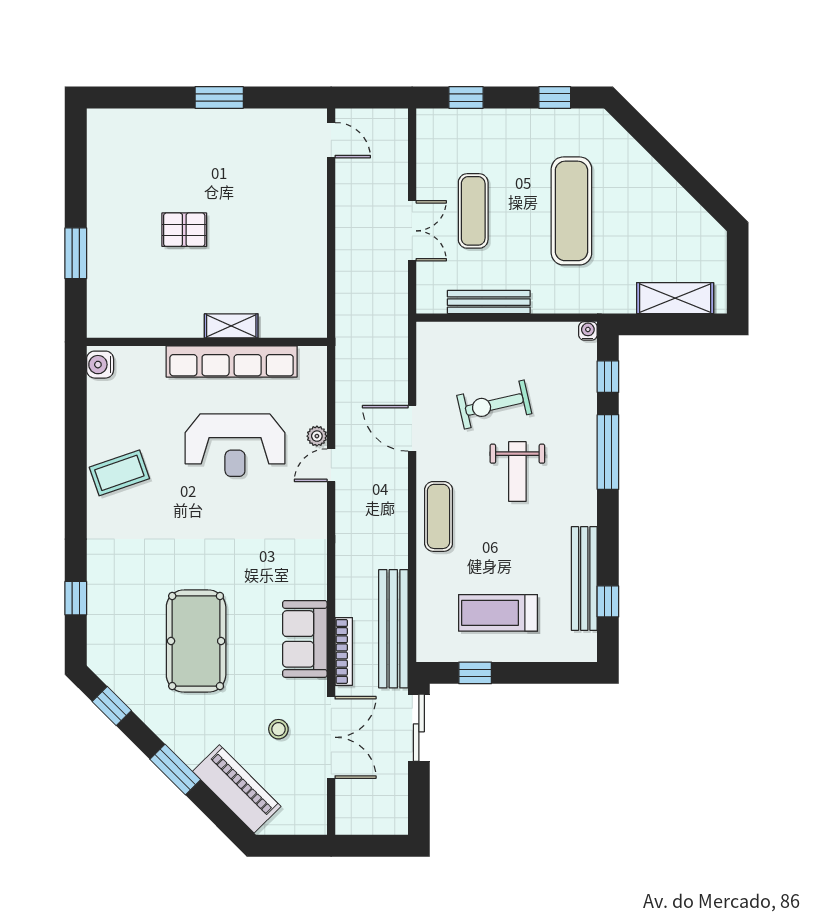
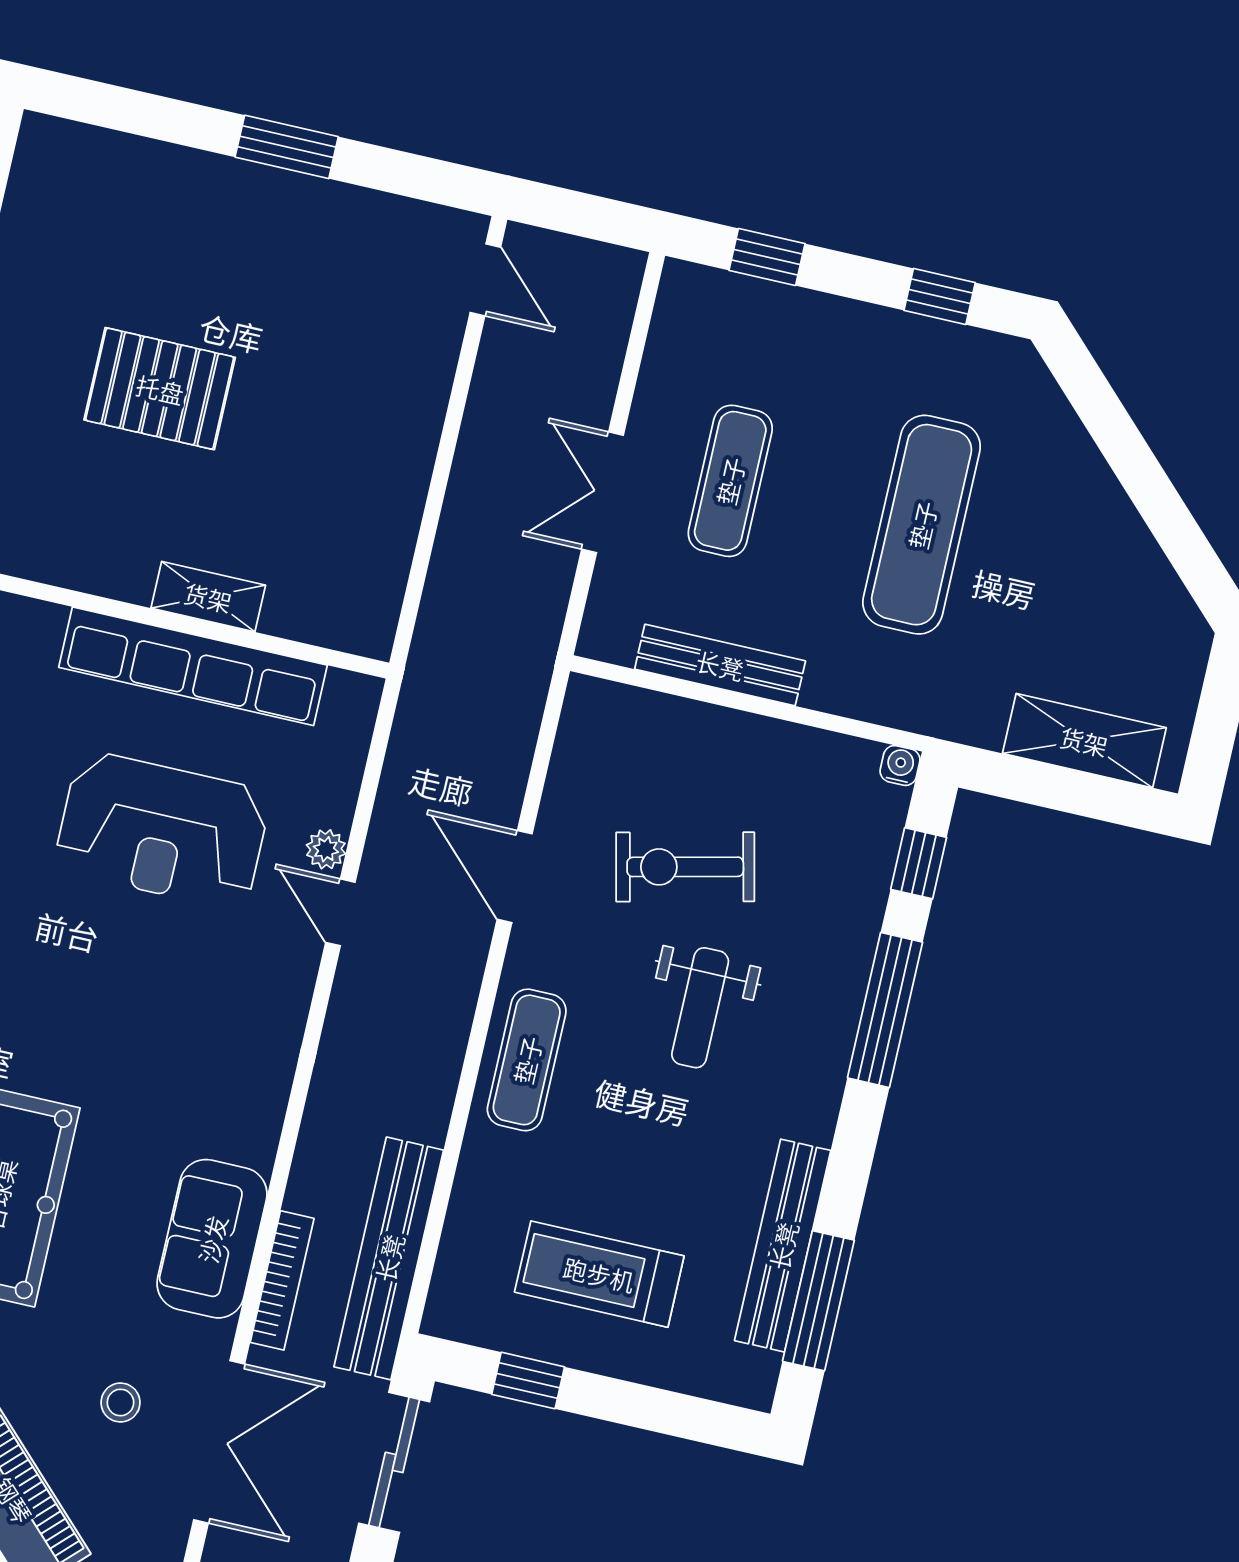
pallet: (184, 230) -> (160, 389), width x1.50, depth x1.42
double door: (412, 231) -> (603, 492), swing flipped
door: (331, 465) -> (340, 912), hinge flipped
window: (608, 601) -> (818, 1301), width x2.17

